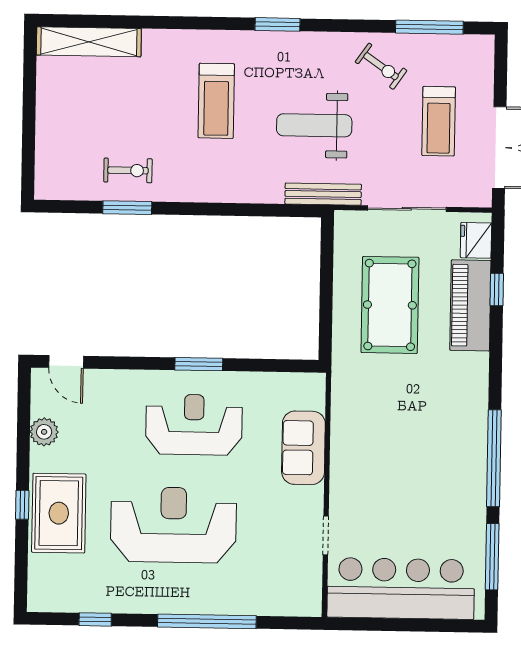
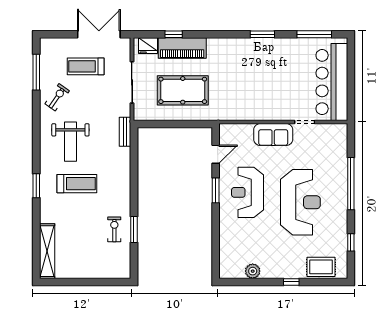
window: (277, 24) -> (36, 186), moved
treadmill: (439, 121) -> (86, 66), turned 180
weight bench: (314, 125) -> (70, 142), moved
bench: (323, 194) -> (125, 132), width x0.73
door: (66, 362) -> (216, 154), moved
sofa: (303, 448) -> (273, 135), moved
window: (494, 458) -> (262, 34), width x0.47
rug: (59, 513) -> (321, 267), moved, width x0.73, depth x0.70
reception desk: (173, 525) -> (300, 202), turned 180

